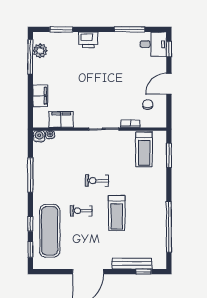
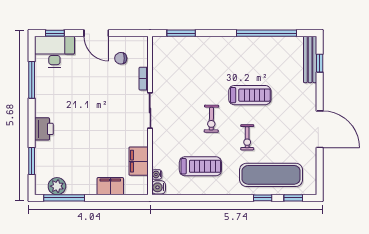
desk: (153, 44) -> (54, 52), width x1.37
treadmill: (144, 149) -> (200, 166), moved
window: (30, 175) -> (205, 198), removed
bench: (132, 264) -> (310, 59), moved

